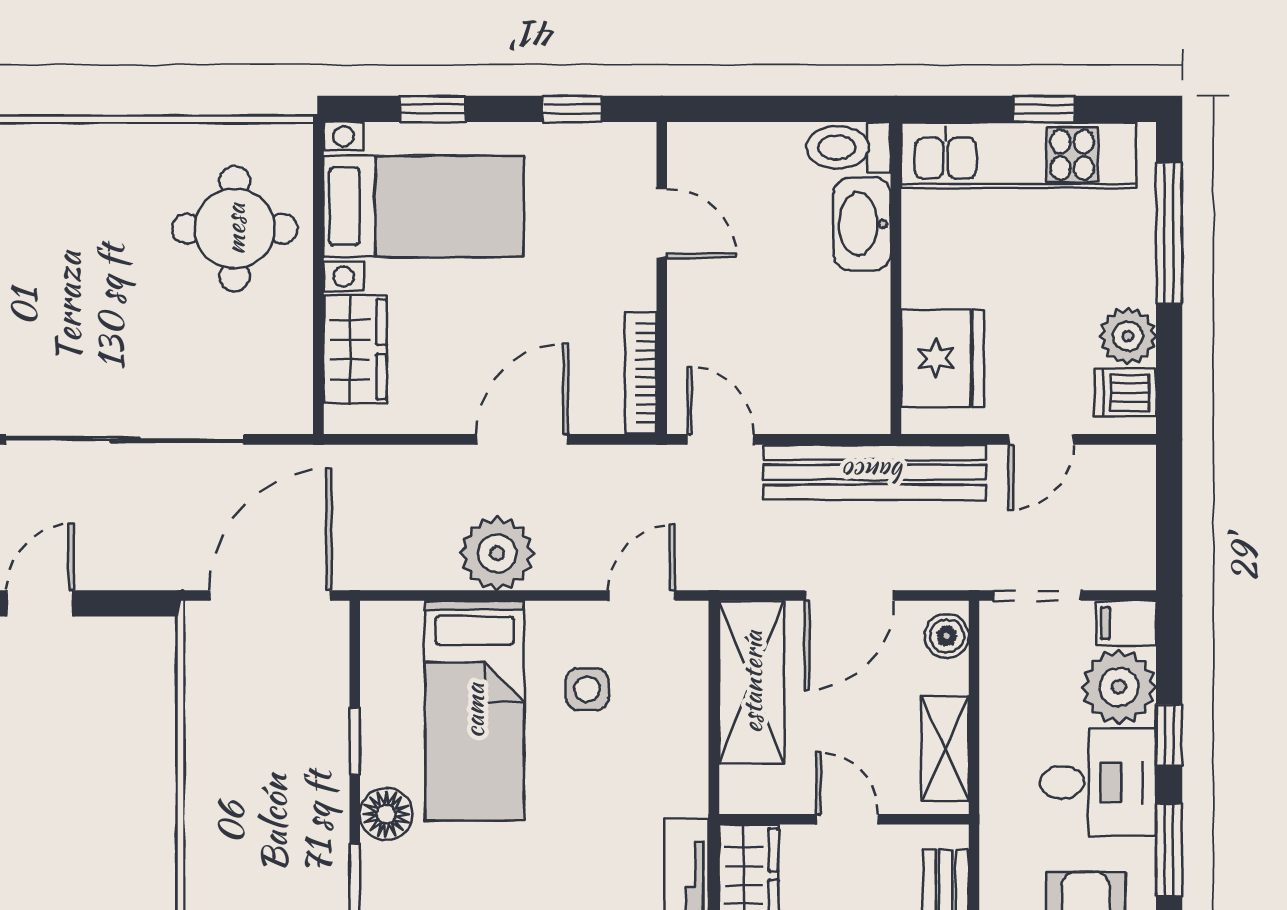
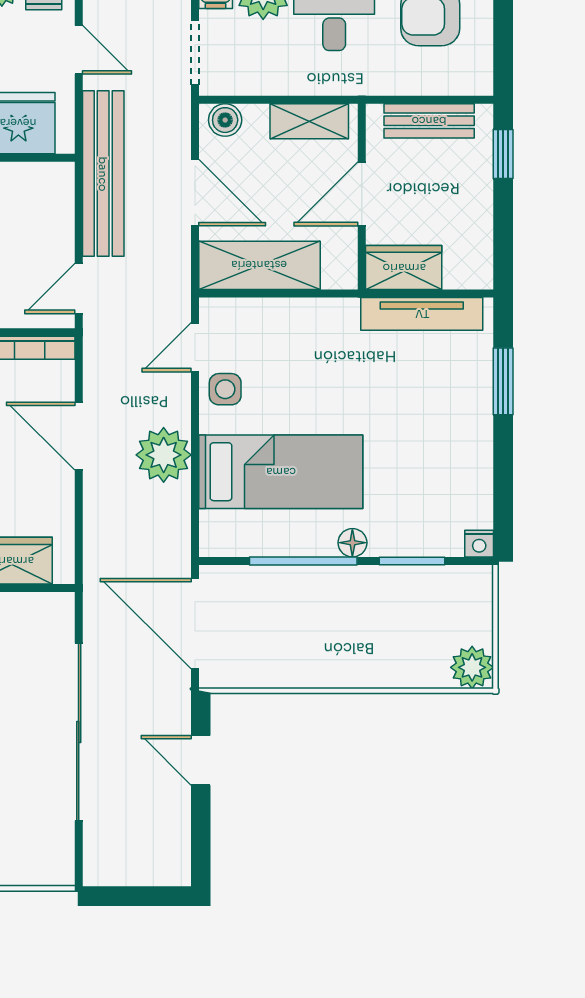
door: (642, 596) -> (195, 347), hinge flipped
door: (40, 603) -> (201, 760), moved
side table: (587, 689) -> (225, 389), moved
window: (355, 741) -> (303, 561), width x2.17
floor lamp: (386, 814) -> (352, 543), width x0.73, depth x0.73
door: (847, 819) -> (362, 194), width x1.38

